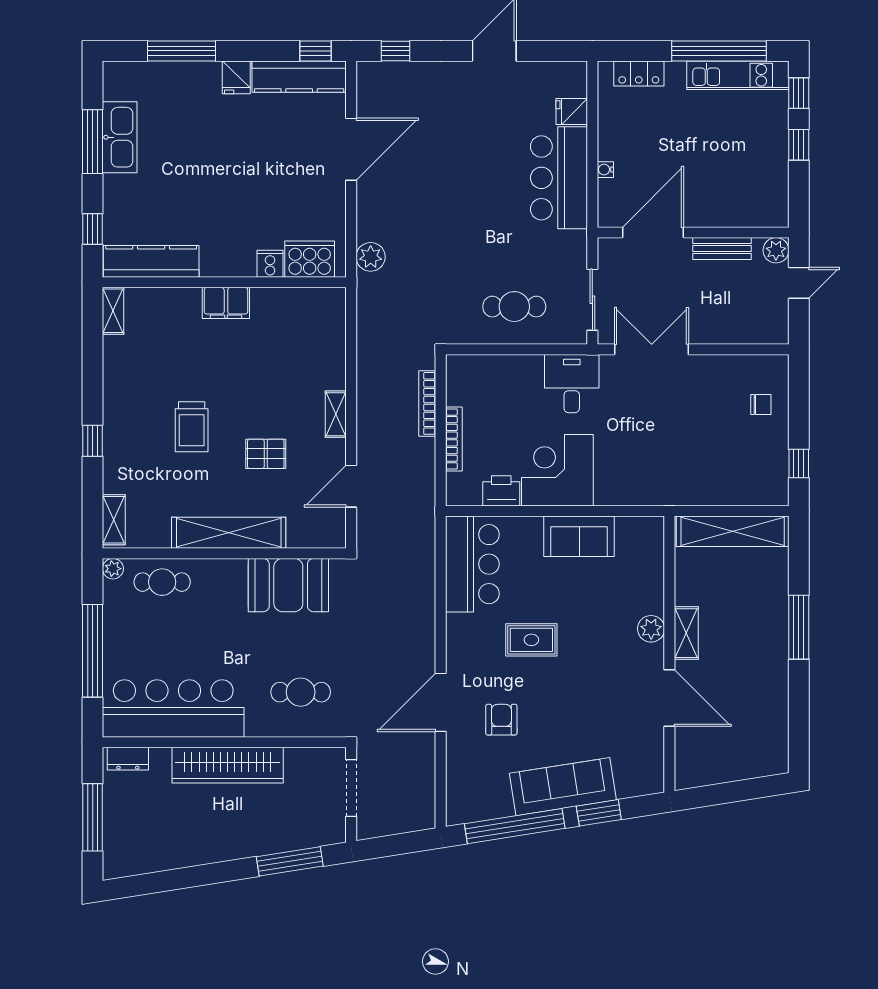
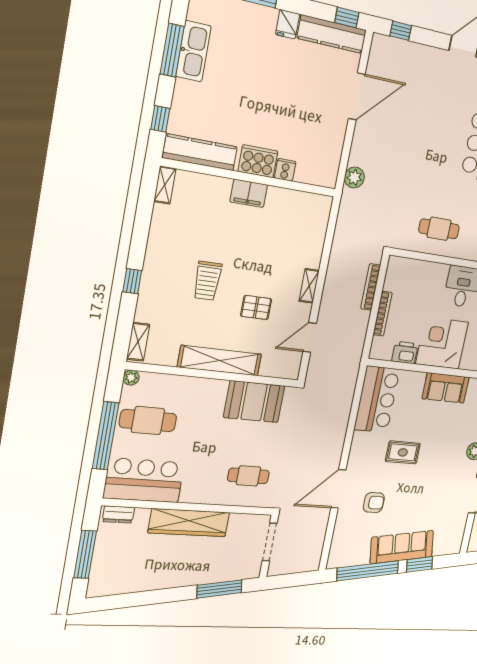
cooker: (310, 259) -> (258, 161), moved
cafe table: (162, 582) -> (148, 421), moved, width x1.37, depth x1.35
bar counter: (173, 708) -> (144, 480), width x0.73
armchair: (501, 720) -> (374, 503), turned 90

